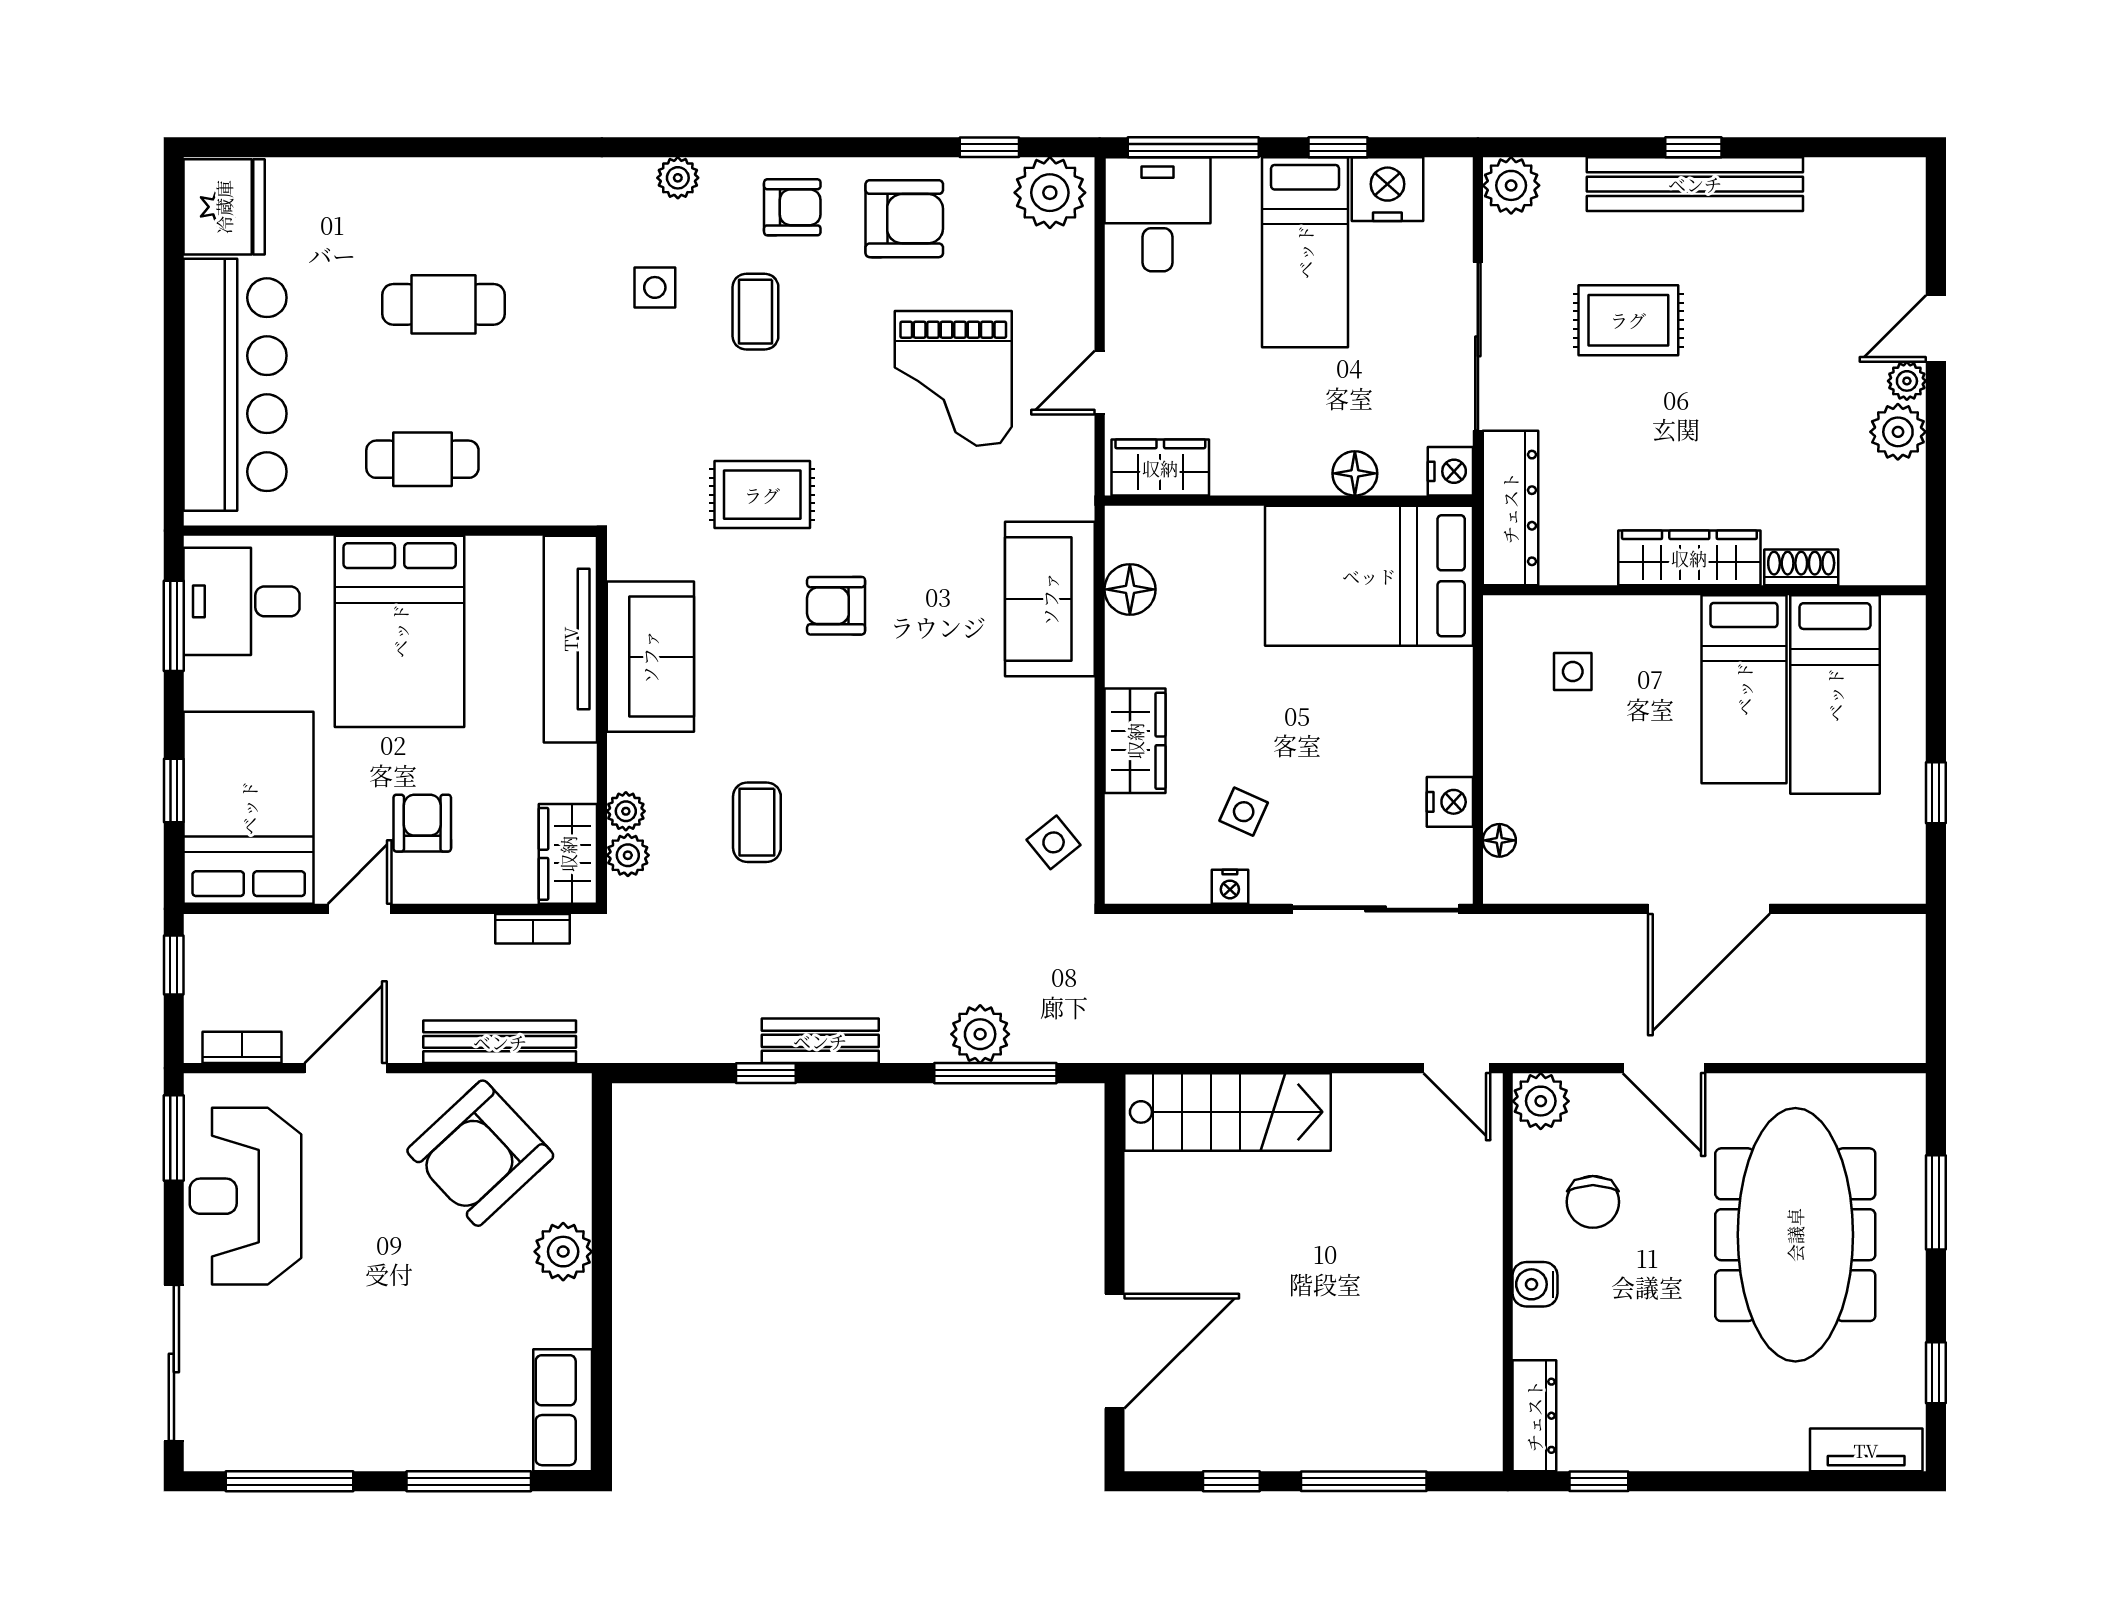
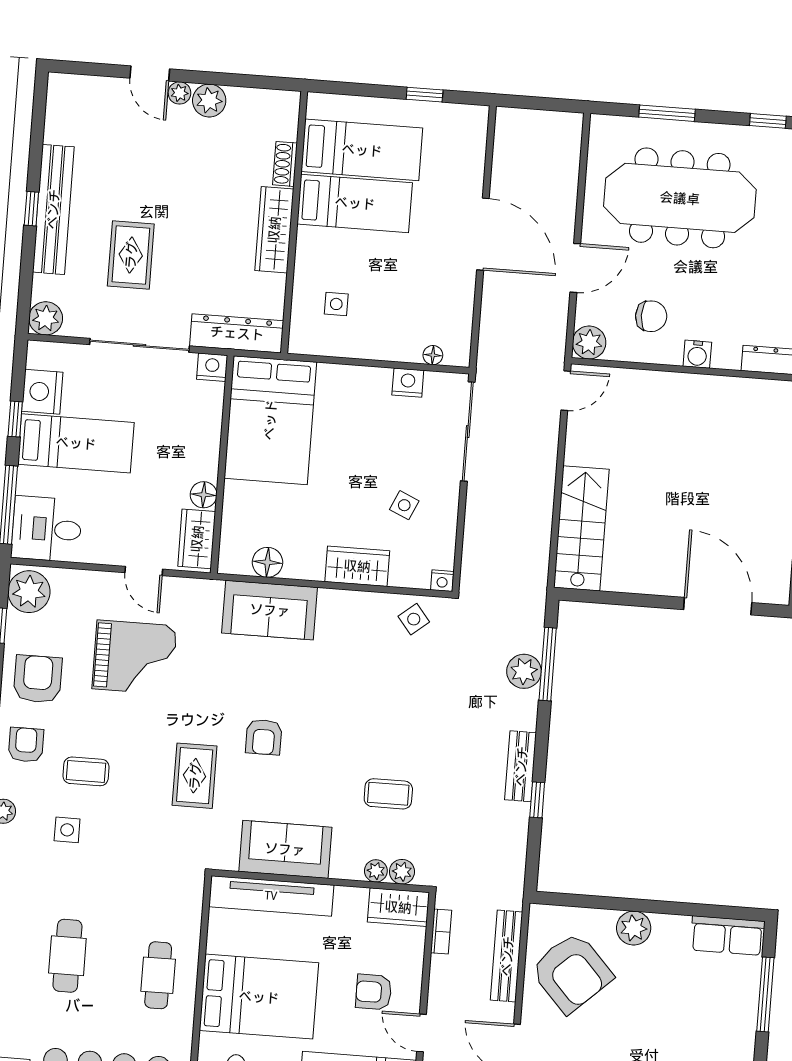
floor lamp: (1355, 473) -> (204, 495), moved
nightstand: (1230, 887) -> (442, 581), moved, turned 90

